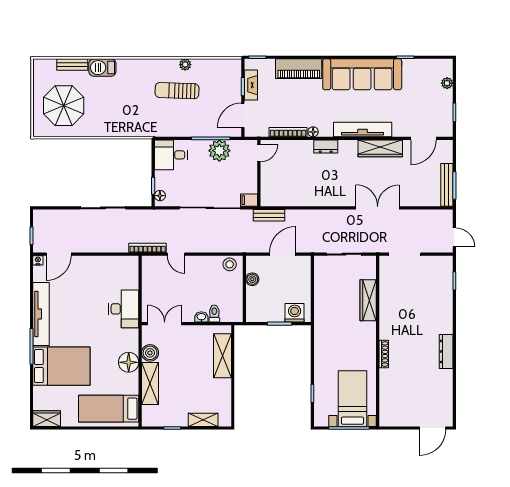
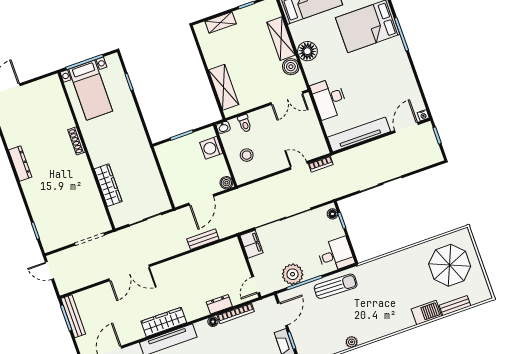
sun lounger: (177, 91) -> (336, 286), moved
dresser: (326, 146) -> (219, 304), moved
wardrobe: (380, 148) -> (164, 322), moved
filing cabinet: (249, 200) -> (251, 244), width x2.00
bench: (269, 215) -> (203, 239), moved
bookcase: (148, 248) -> (321, 164), width x0.64
stool: (230, 264) -> (247, 155), moved
boiler: (252, 279) -> (226, 183), moved
washing machine: (295, 313) -> (211, 148), moved, turned 90
tv unit: (41, 314) -> (359, 134), moved, turned 90
washbasin: (201, 317) -> (223, 127), moved

